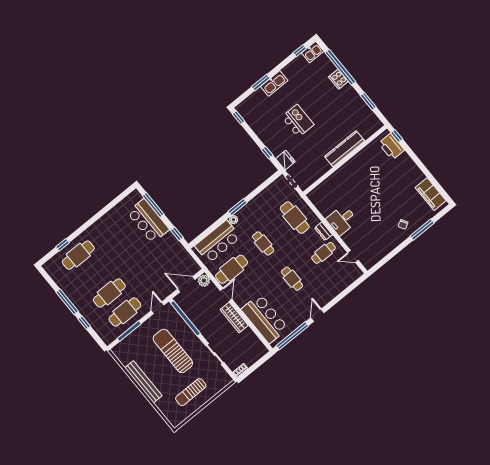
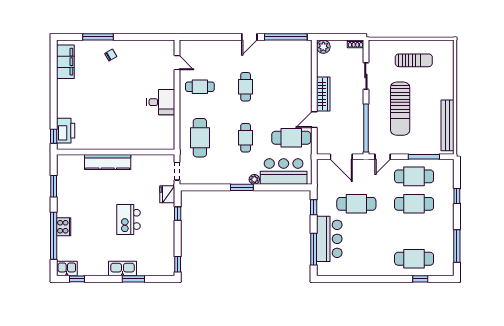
dresser: (323, 231) -> (185, 106), removed
cafe table: (149, 260) -> (356, 204), added
plant: (204, 281) -> (323, 47), moved
window: (67, 302) -> (457, 246), moved
bar counter: (265, 319) -> (298, 71), removed
bench: (143, 382) -> (447, 125), moved

